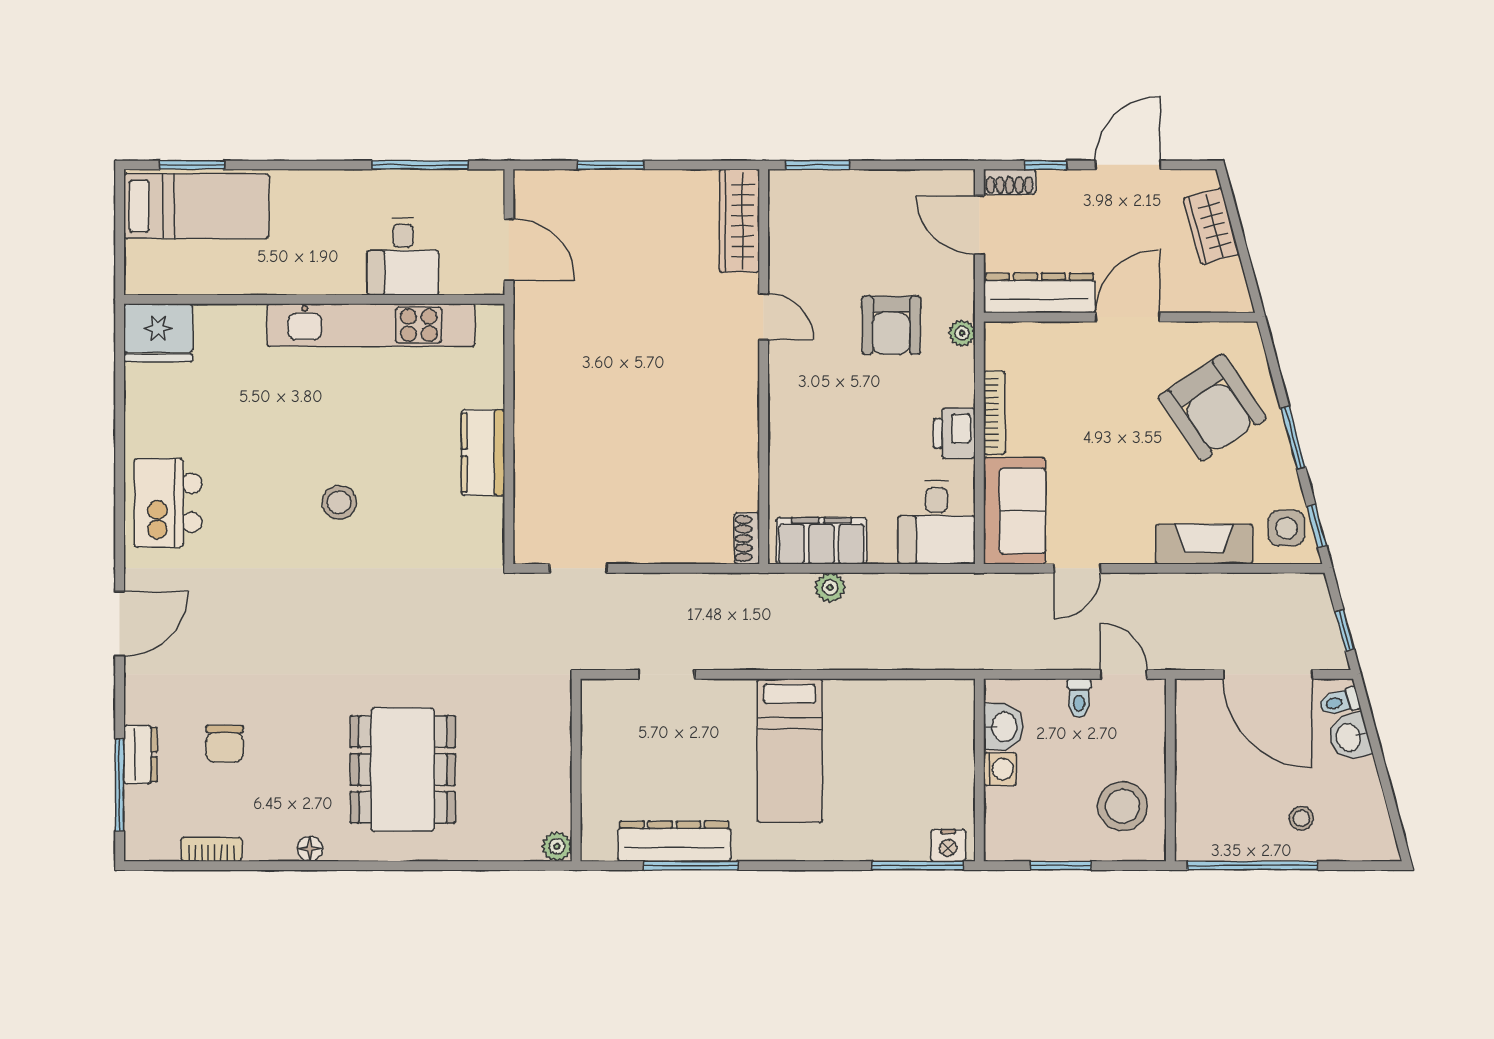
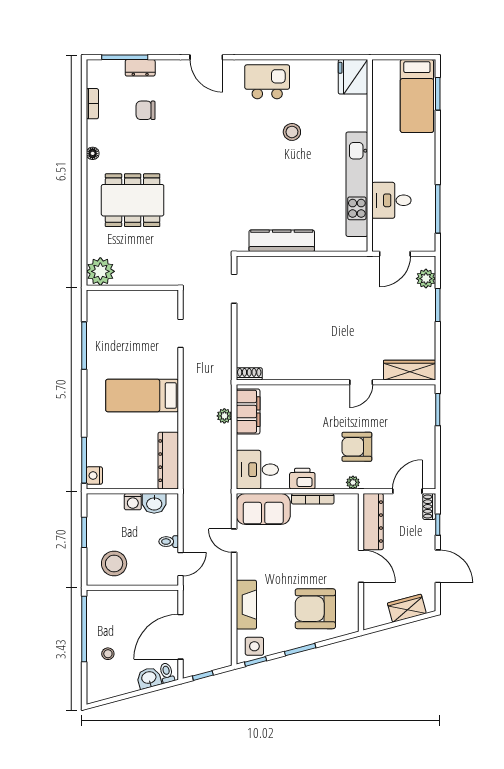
plant: (558, 188) -> (426, 279), added
armchair: (1212, 408) -> (315, 609), turned 34
kitchen counter: (483, 452) -> (282, 241), width x1.50
stool: (339, 502) -> (292, 132), moved
dresser: (674, 841) -> (168, 461), moved, turned 180
plant: (557, 846) -> (100, 271), width x1.87, depth x1.87

